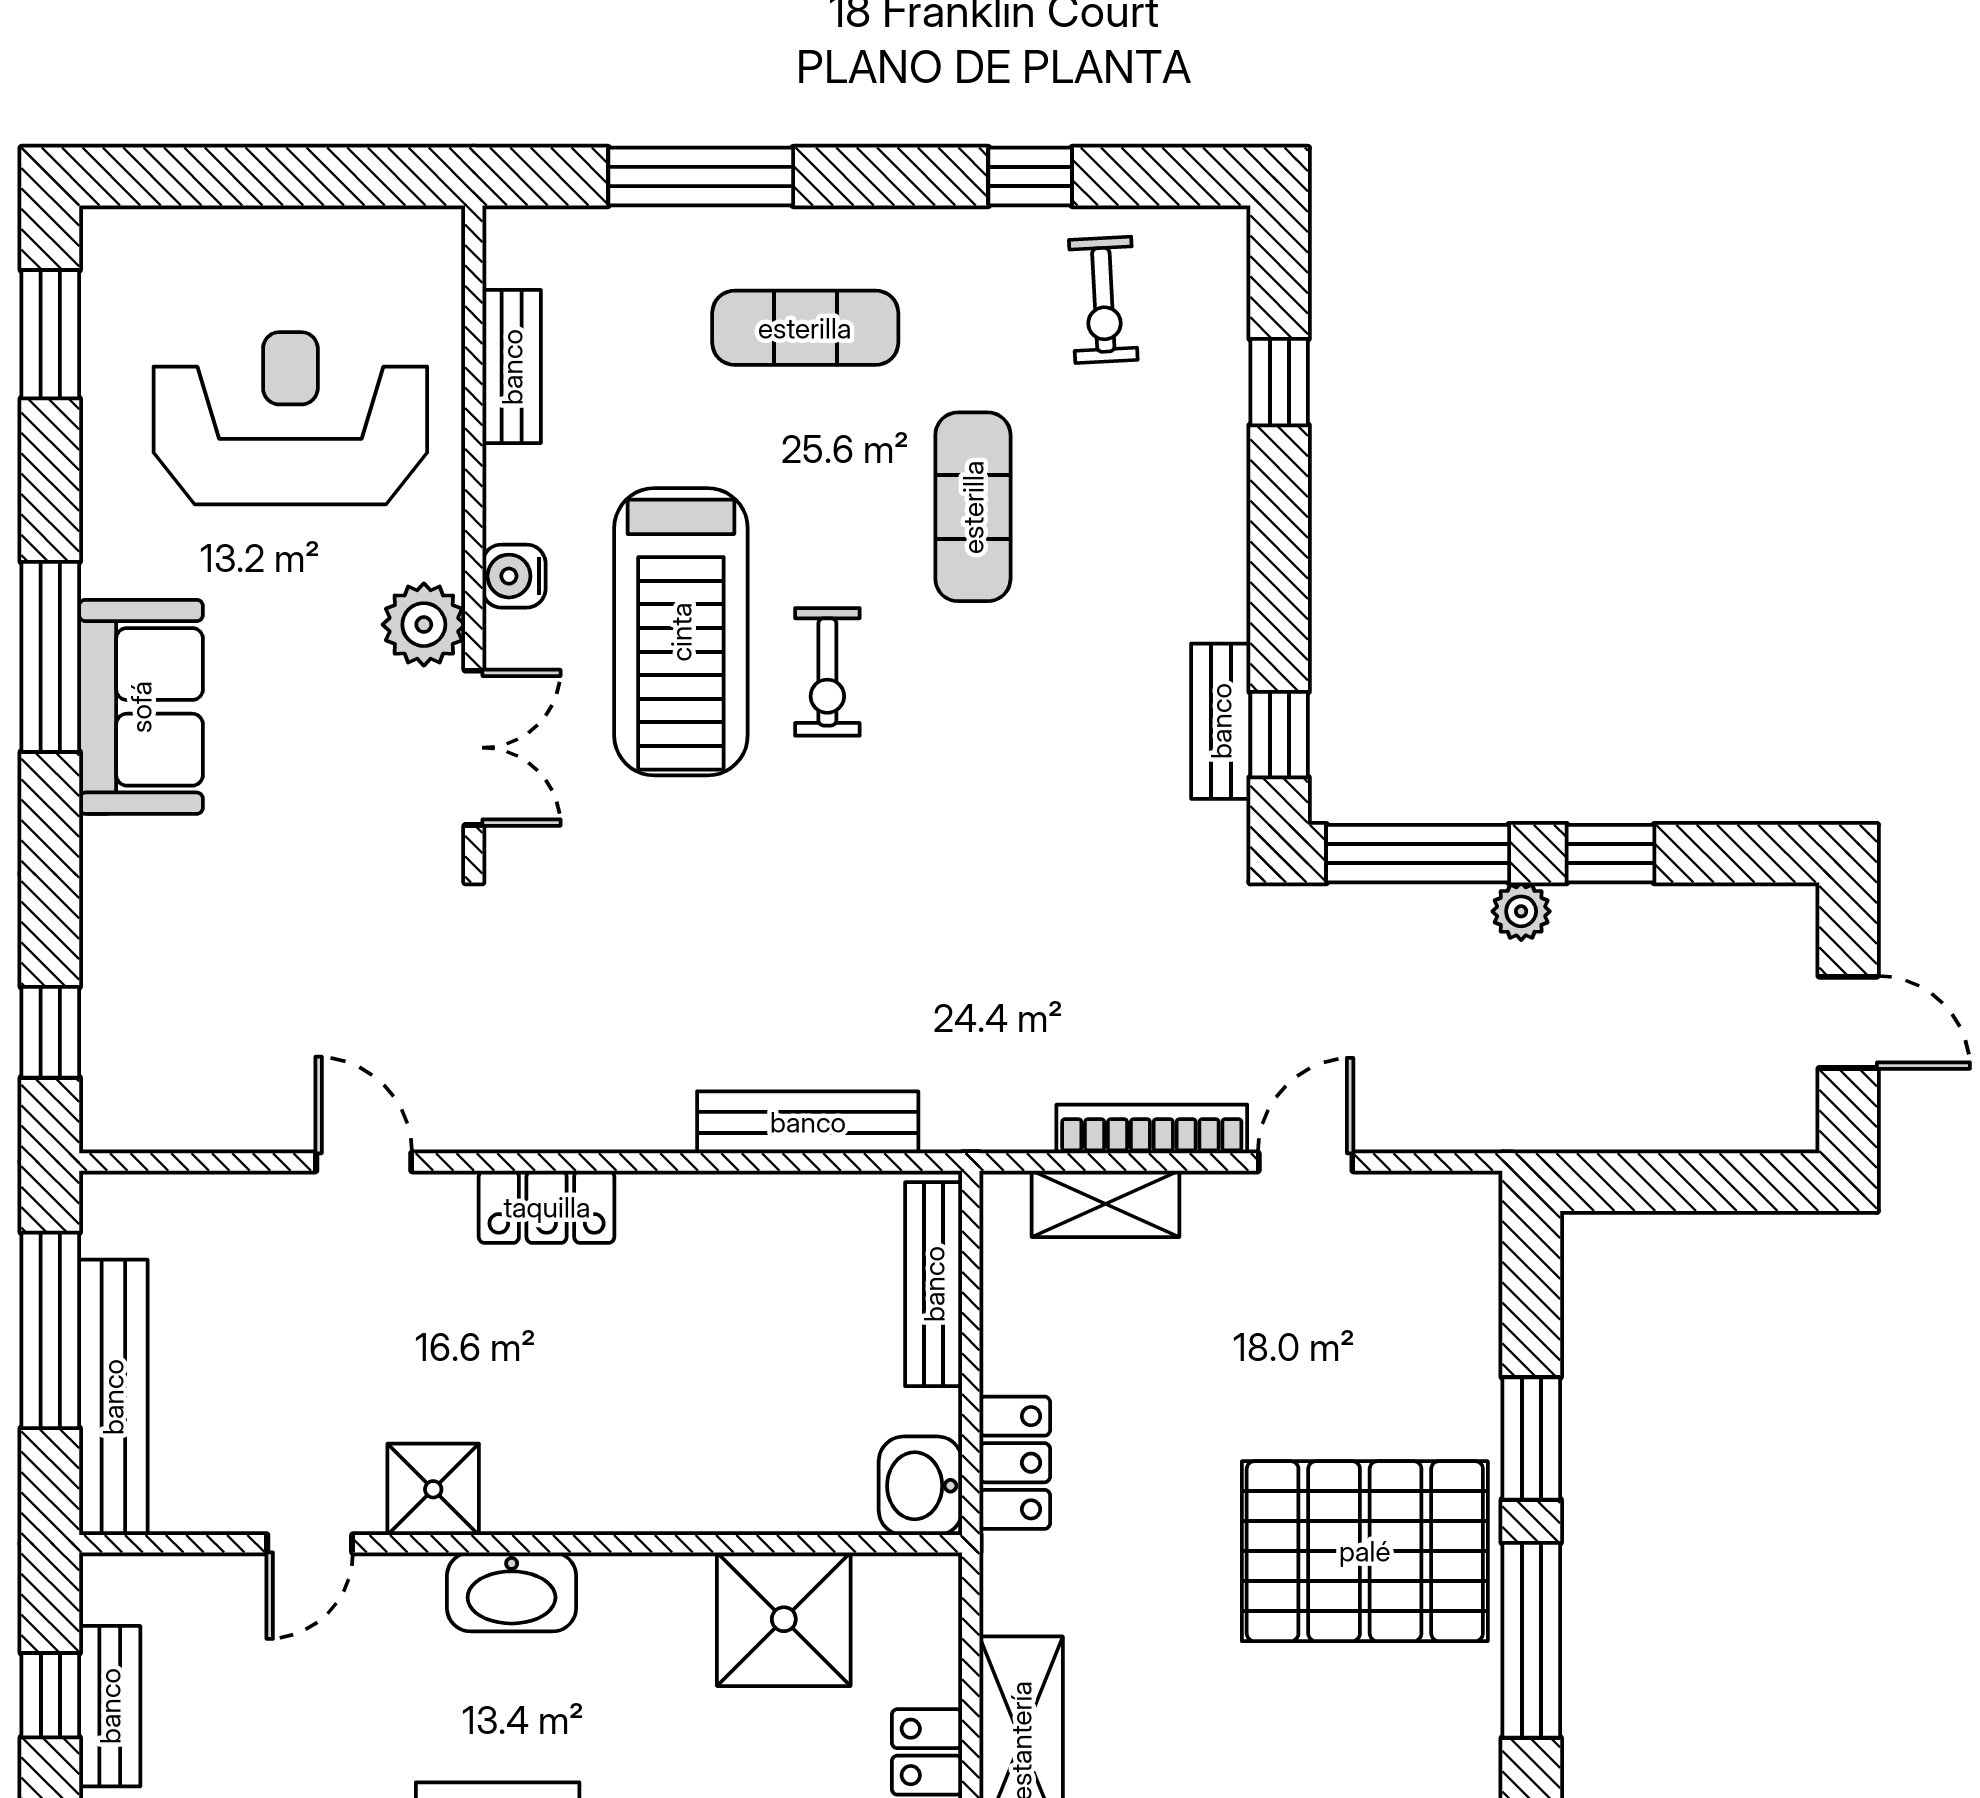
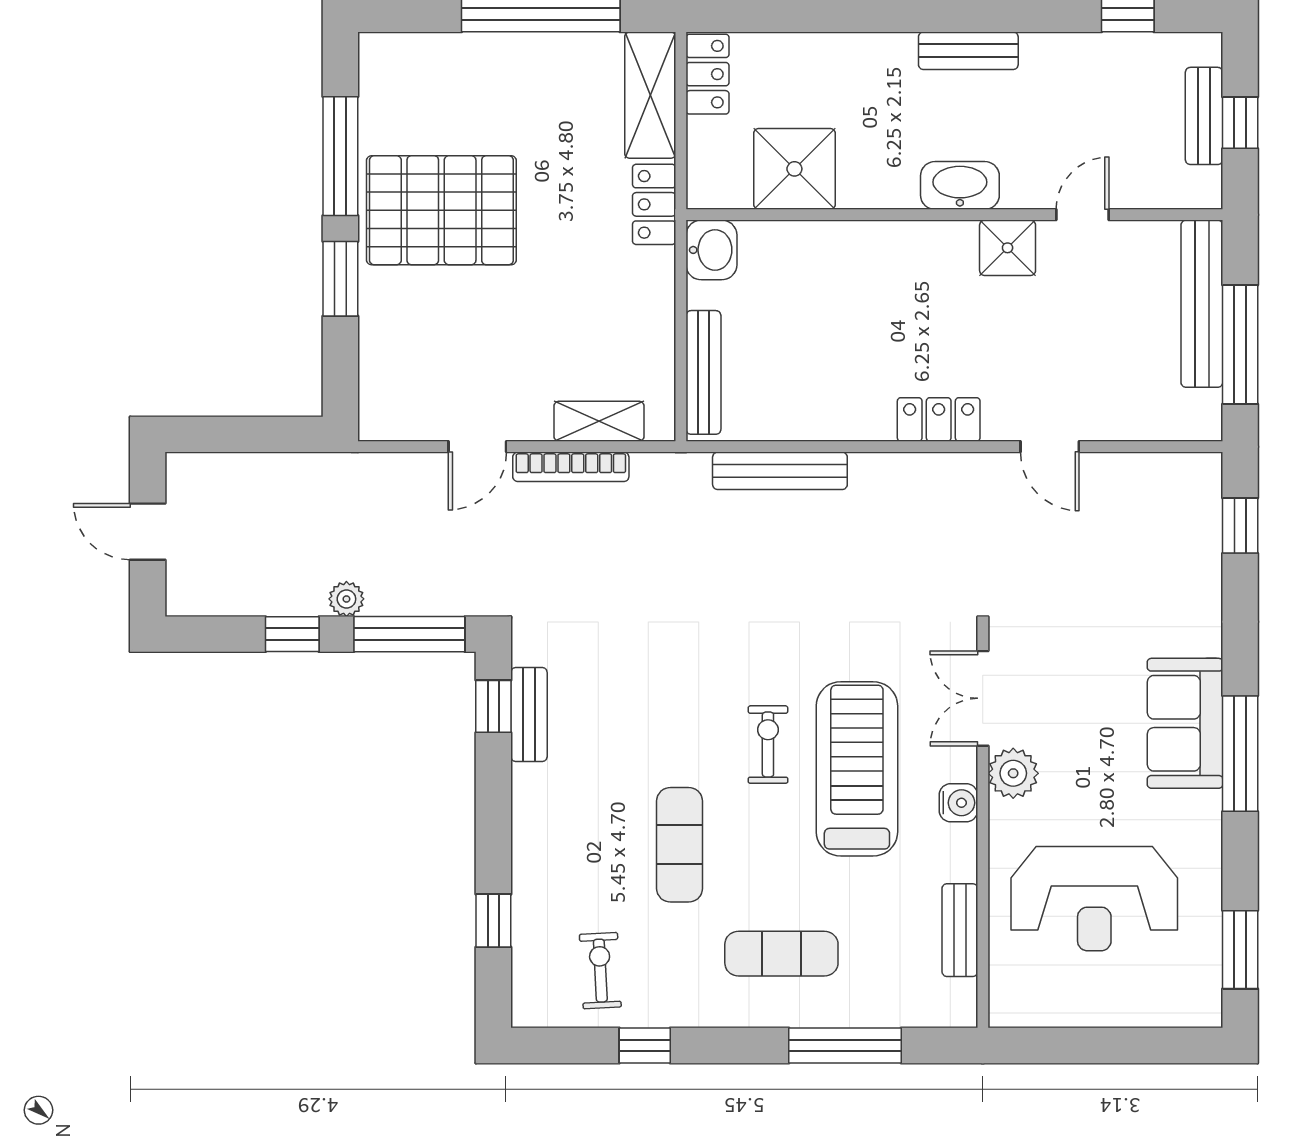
locker: (1015, 1463) -> (654, 204), moved

